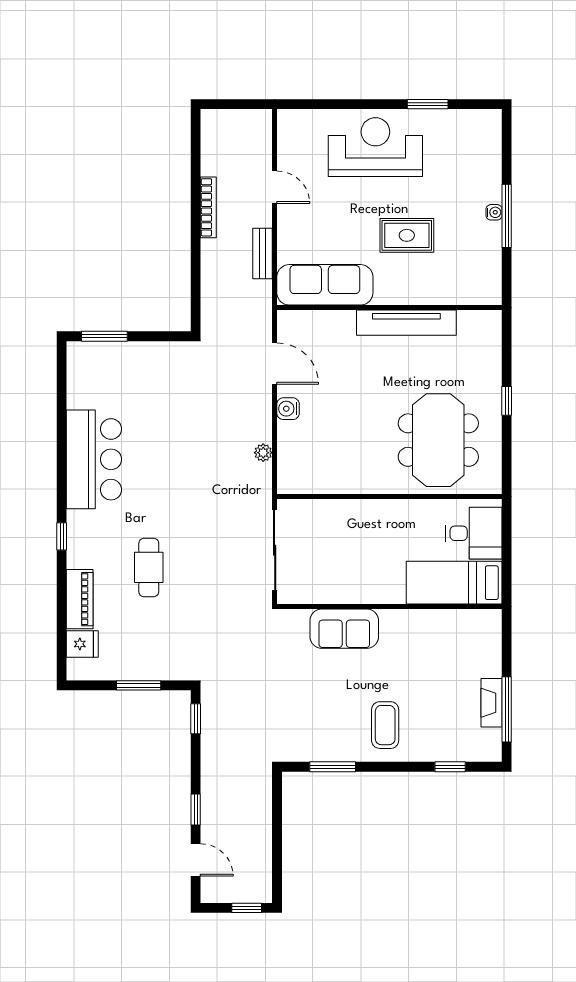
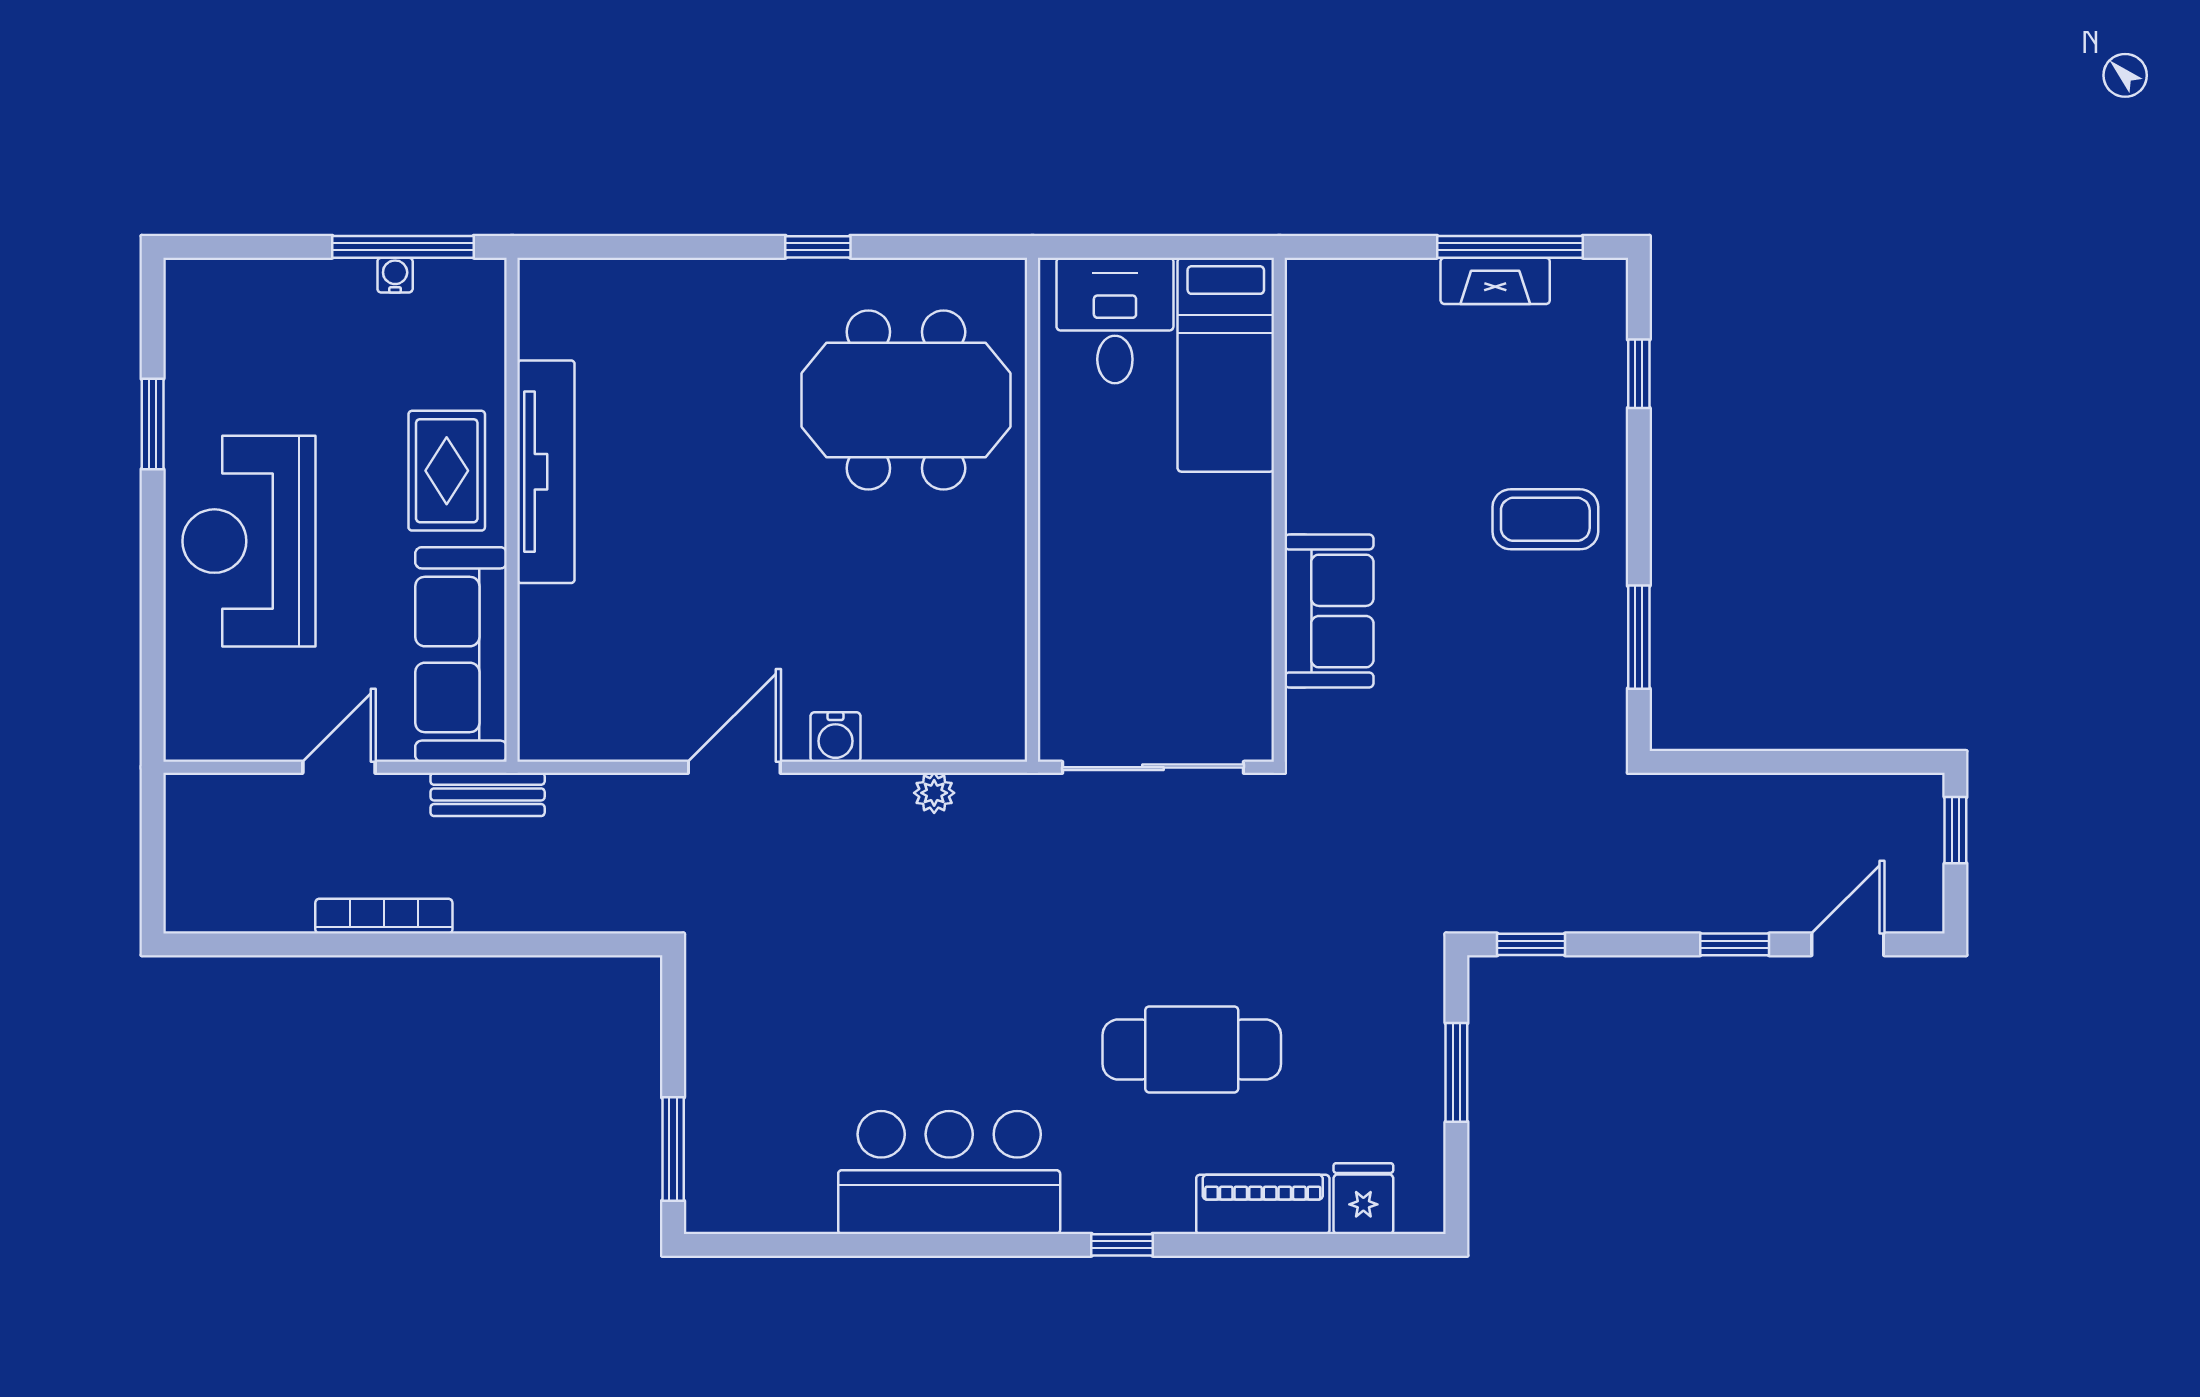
sofa: (325, 285) -> (461, 655), moved
wall: (389, 308) -> (512, 510), moved
tv unit: (406, 323) -> (546, 472), moved
cafe table: (149, 567) -> (1192, 1049), width x1.37, depth x1.35

